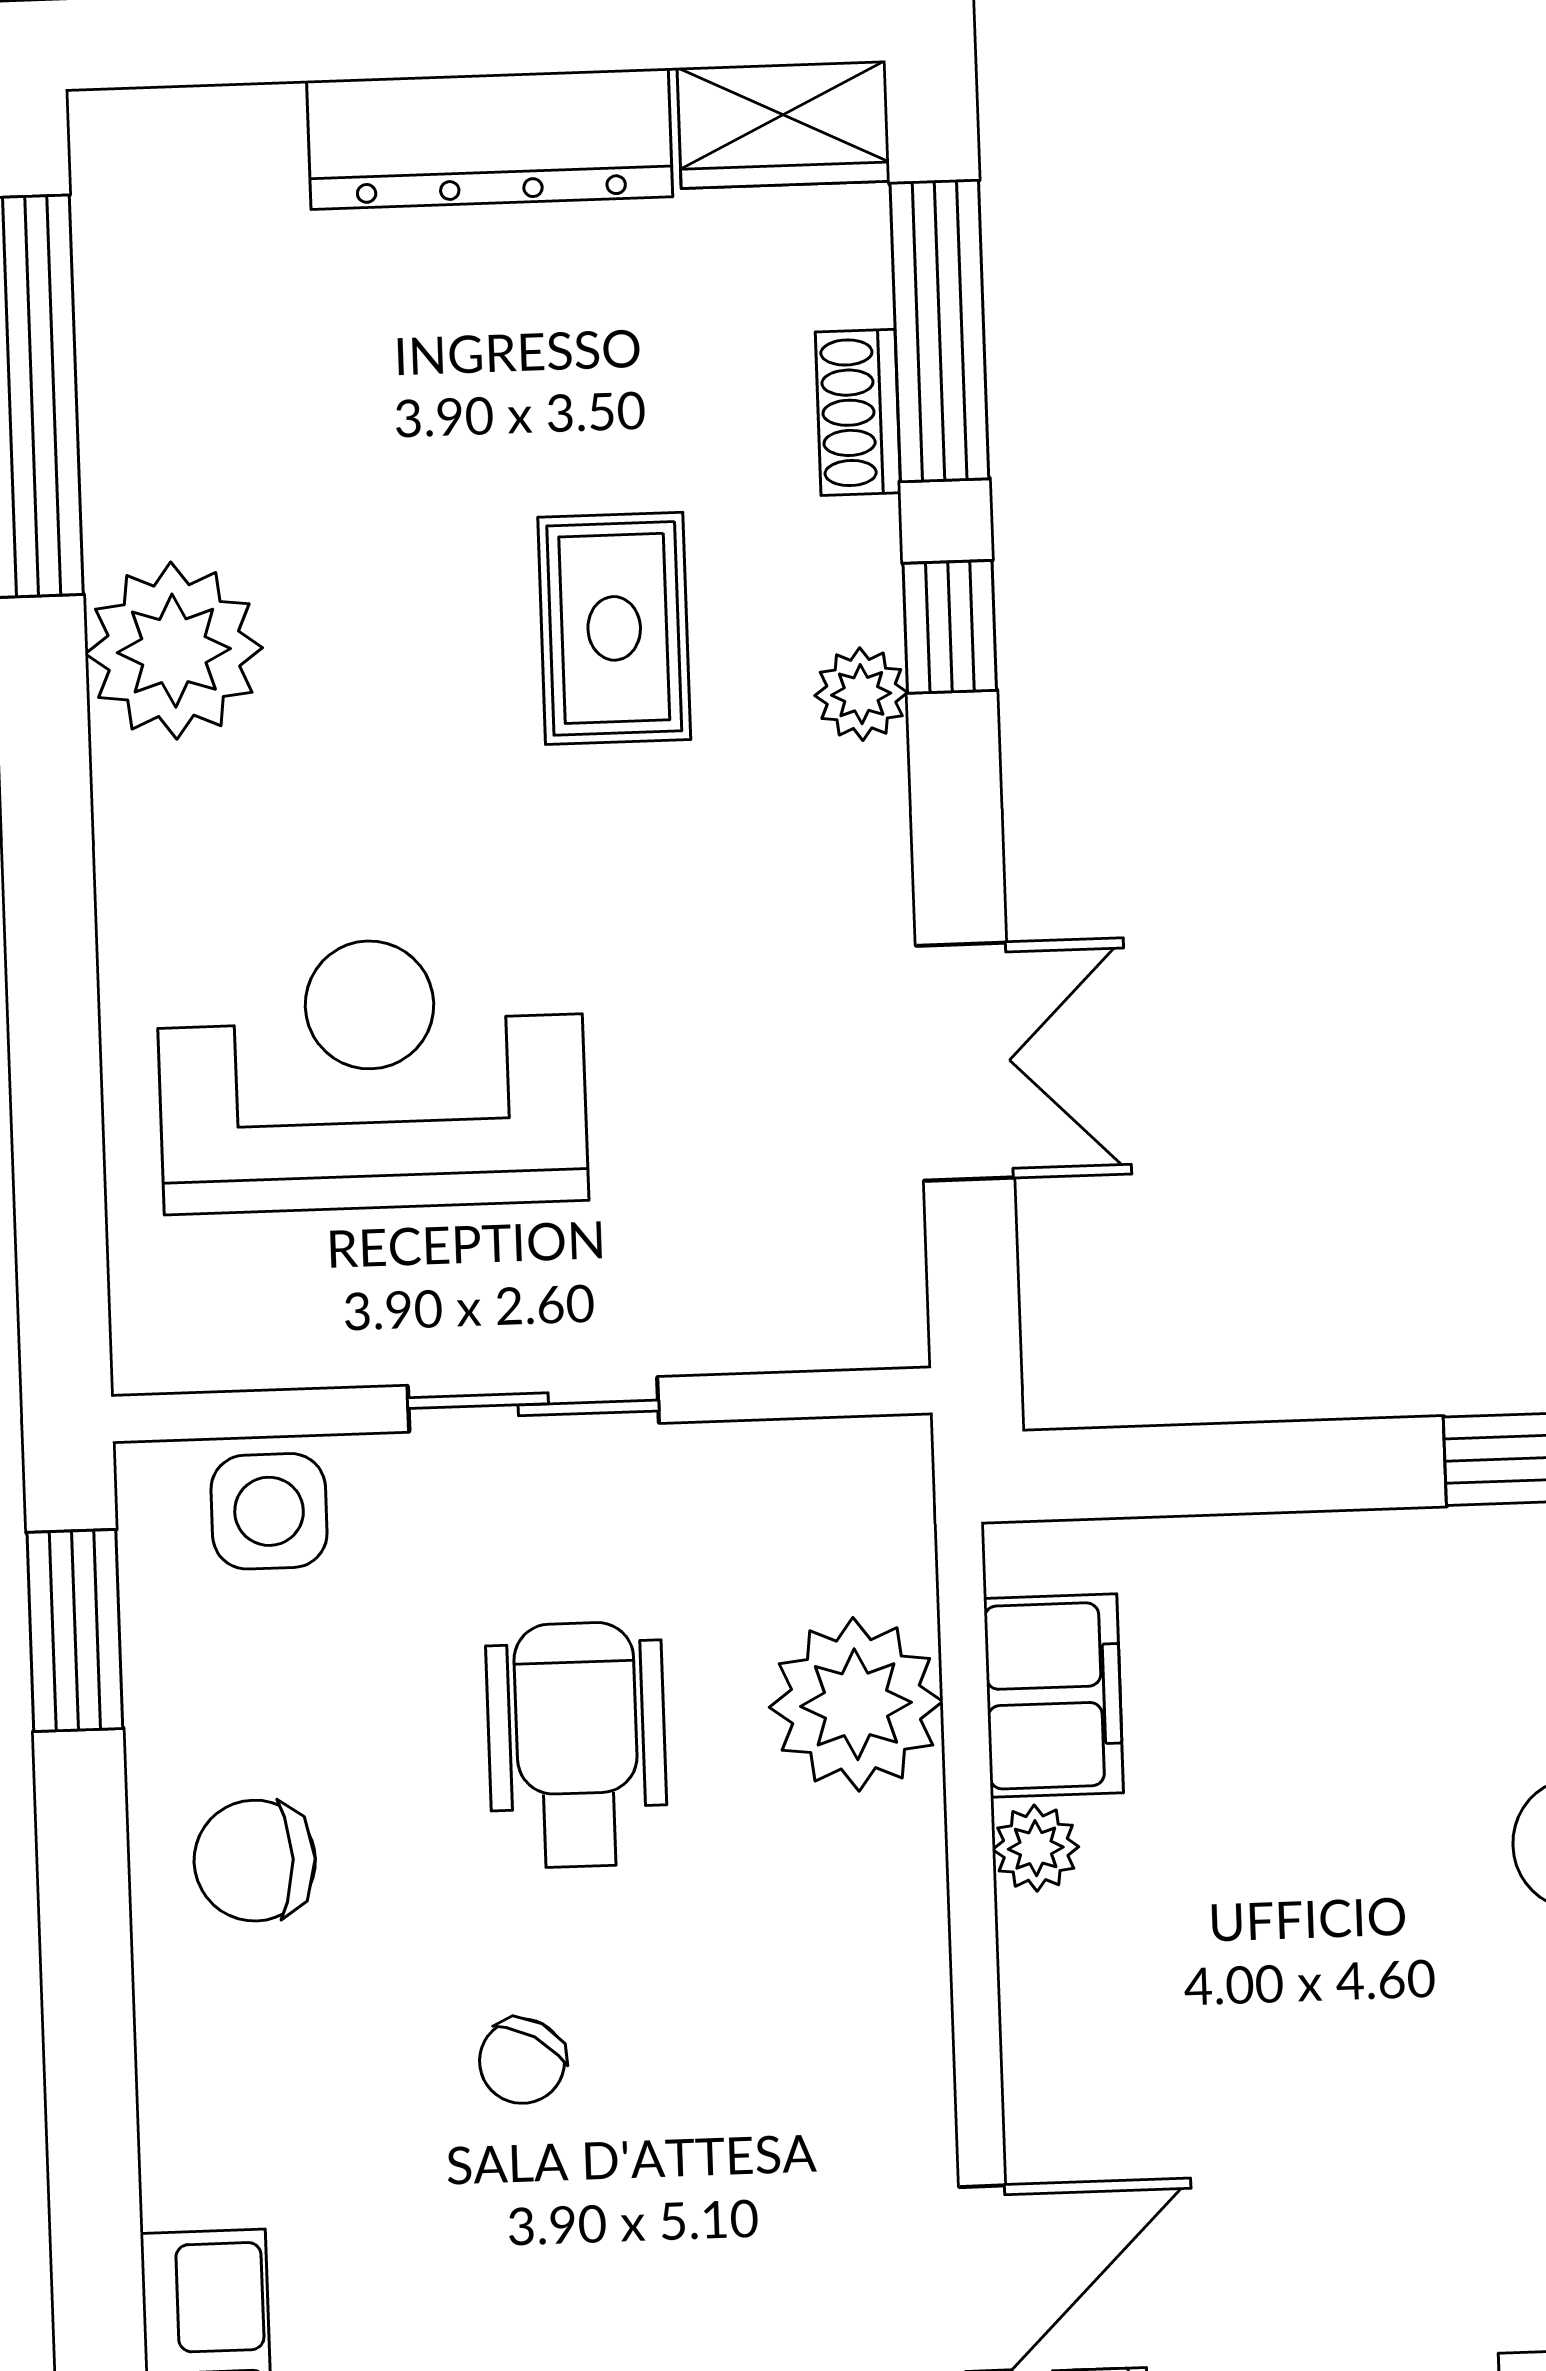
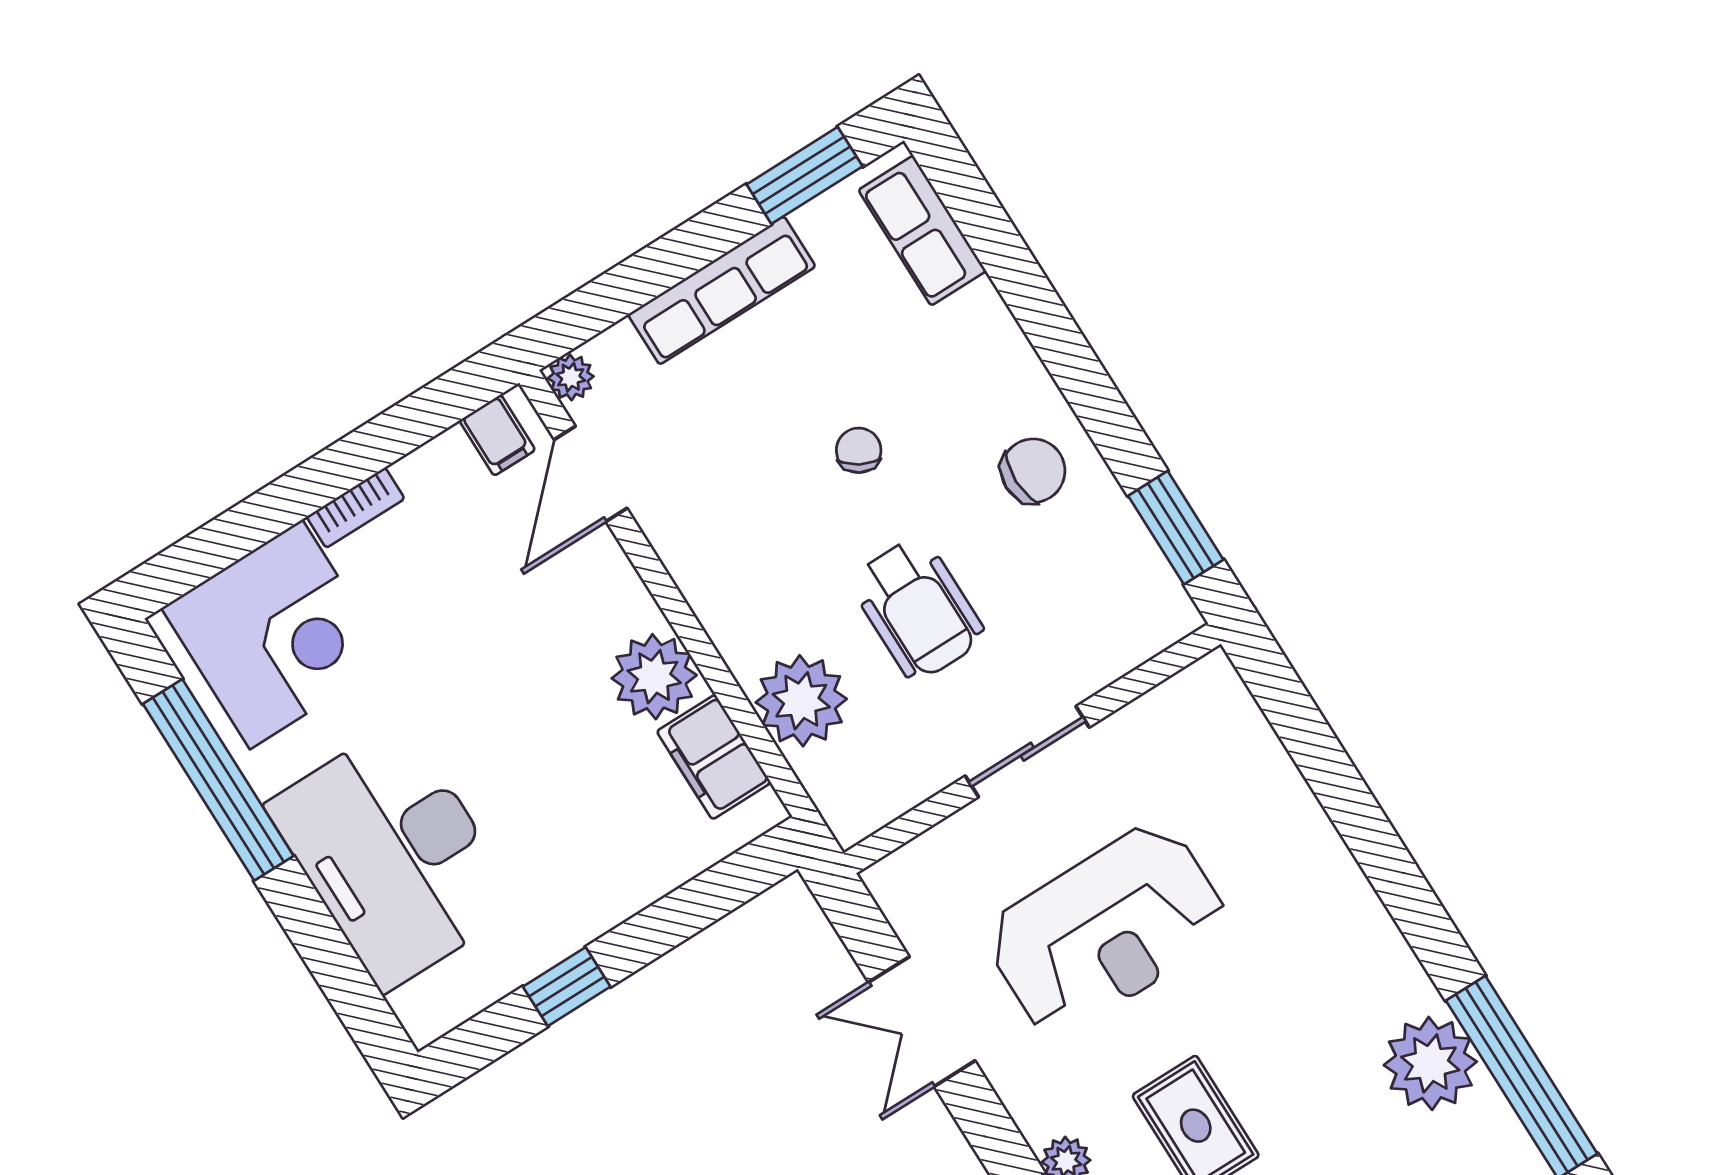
plant: (174, 651) -> (1430, 1063), moved
reception desk: (372, 1074) -> (1107, 929), moved
side table: (269, 1511) -> (1119, 633), removed
plant: (1036, 1848) -> (654, 677), width x1.88, depth x1.88

